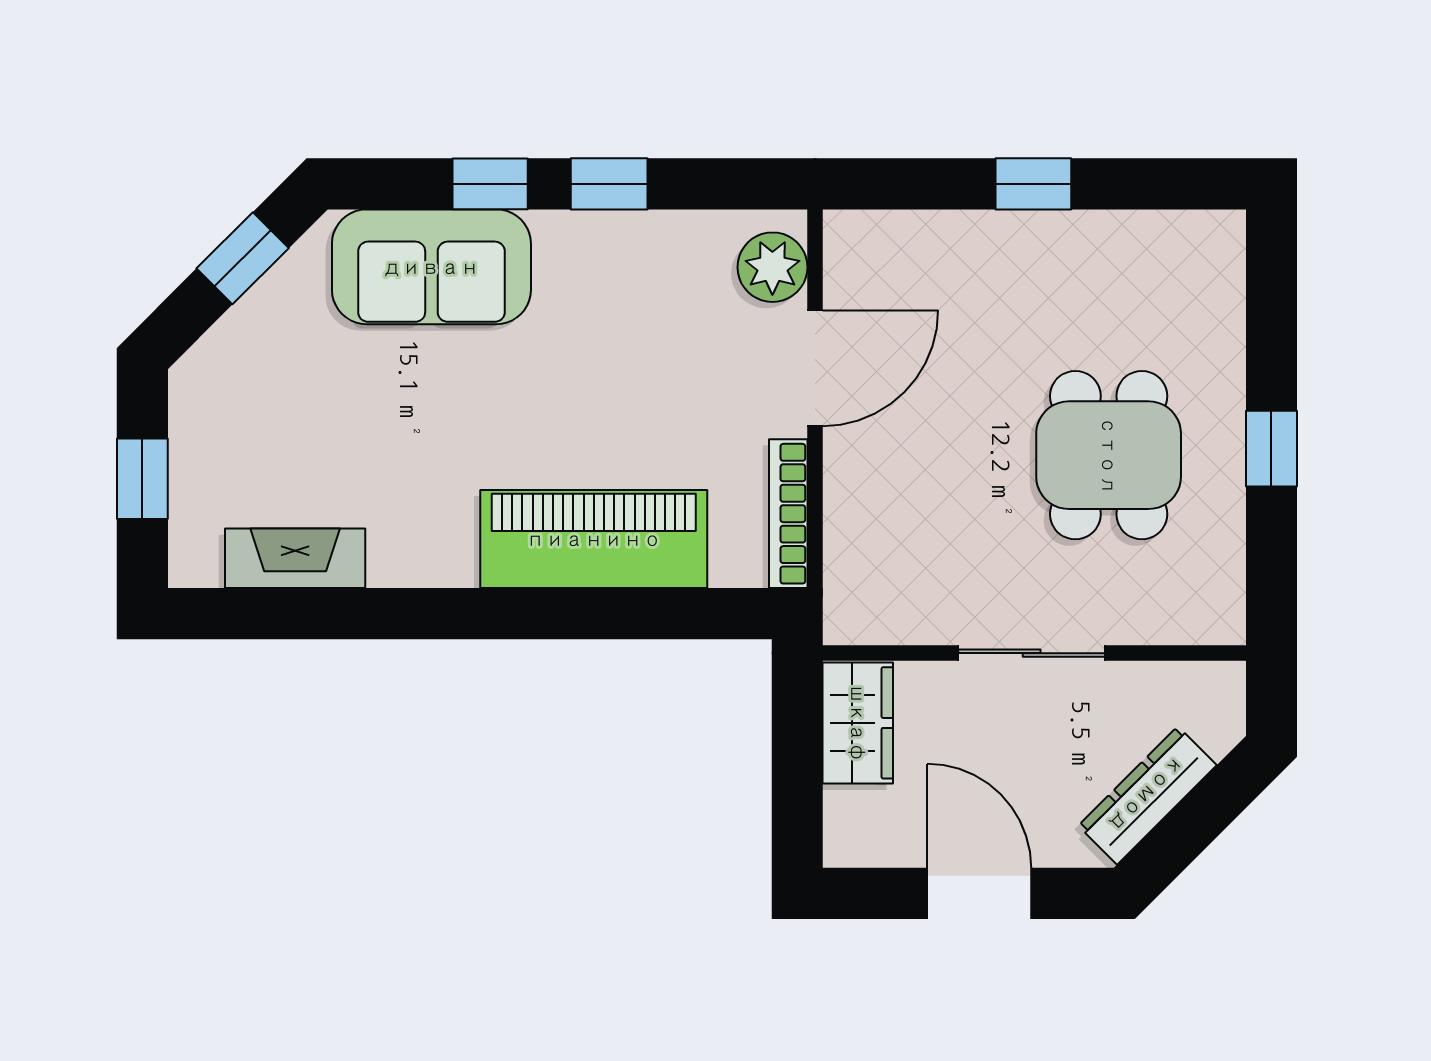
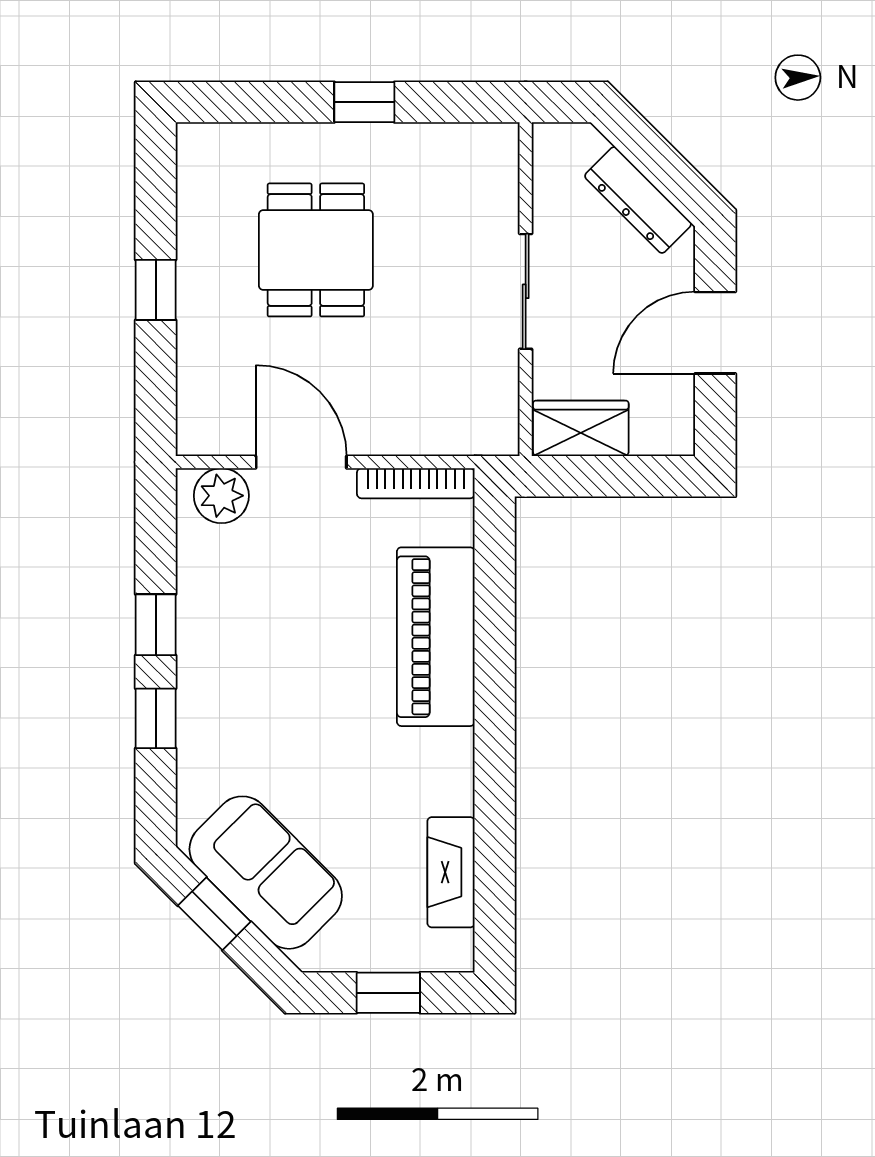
sofa: (431, 267) -> (266, 873), moved, turned -45
dining table: (1109, 455) -> (316, 250), moved, turned 90

